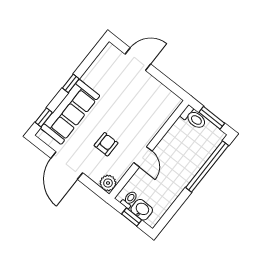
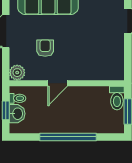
armchair: (106, 144) -> (45, 48), turned -90
window: (207, 166) -> (68, 137), moved

